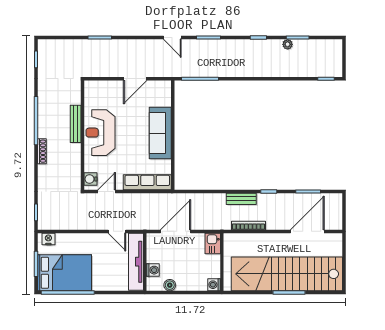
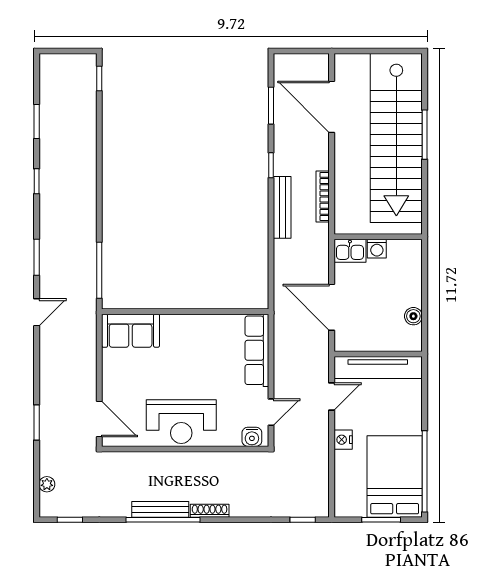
plant: (288, 44) -> (47, 484), moved
door: (135, 79) -> (99, 419), moved
bench: (76, 124) -> (160, 509), moved
sofa: (160, 133) -> (131, 331), moved, width x0.73
door: (107, 192) -> (271, 412), swing flipped
bench: (241, 199) -> (282, 207), width x1.36
nightstand: (48, 239) -> (343, 440), moved
washing machine: (153, 270) -> (391, 342), removed
washing machine: (214, 285) -> (377, 249), moved

